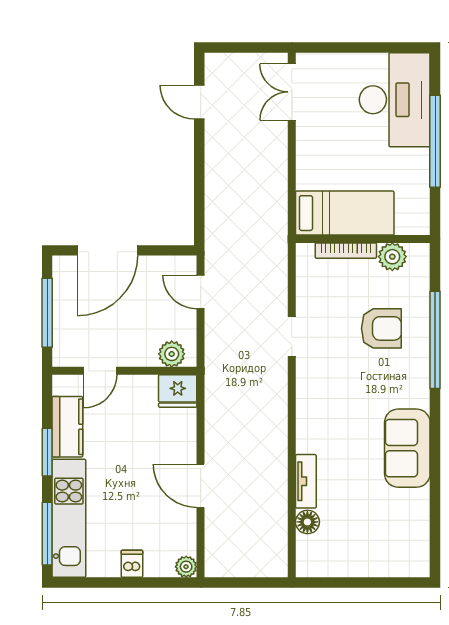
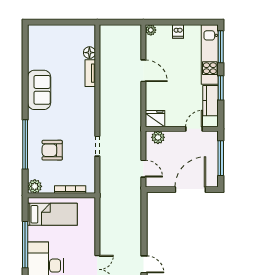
bed: (345, 213) -> (52, 214), moved, turned 180
plant: (392, 257) -> (35, 186), moved

